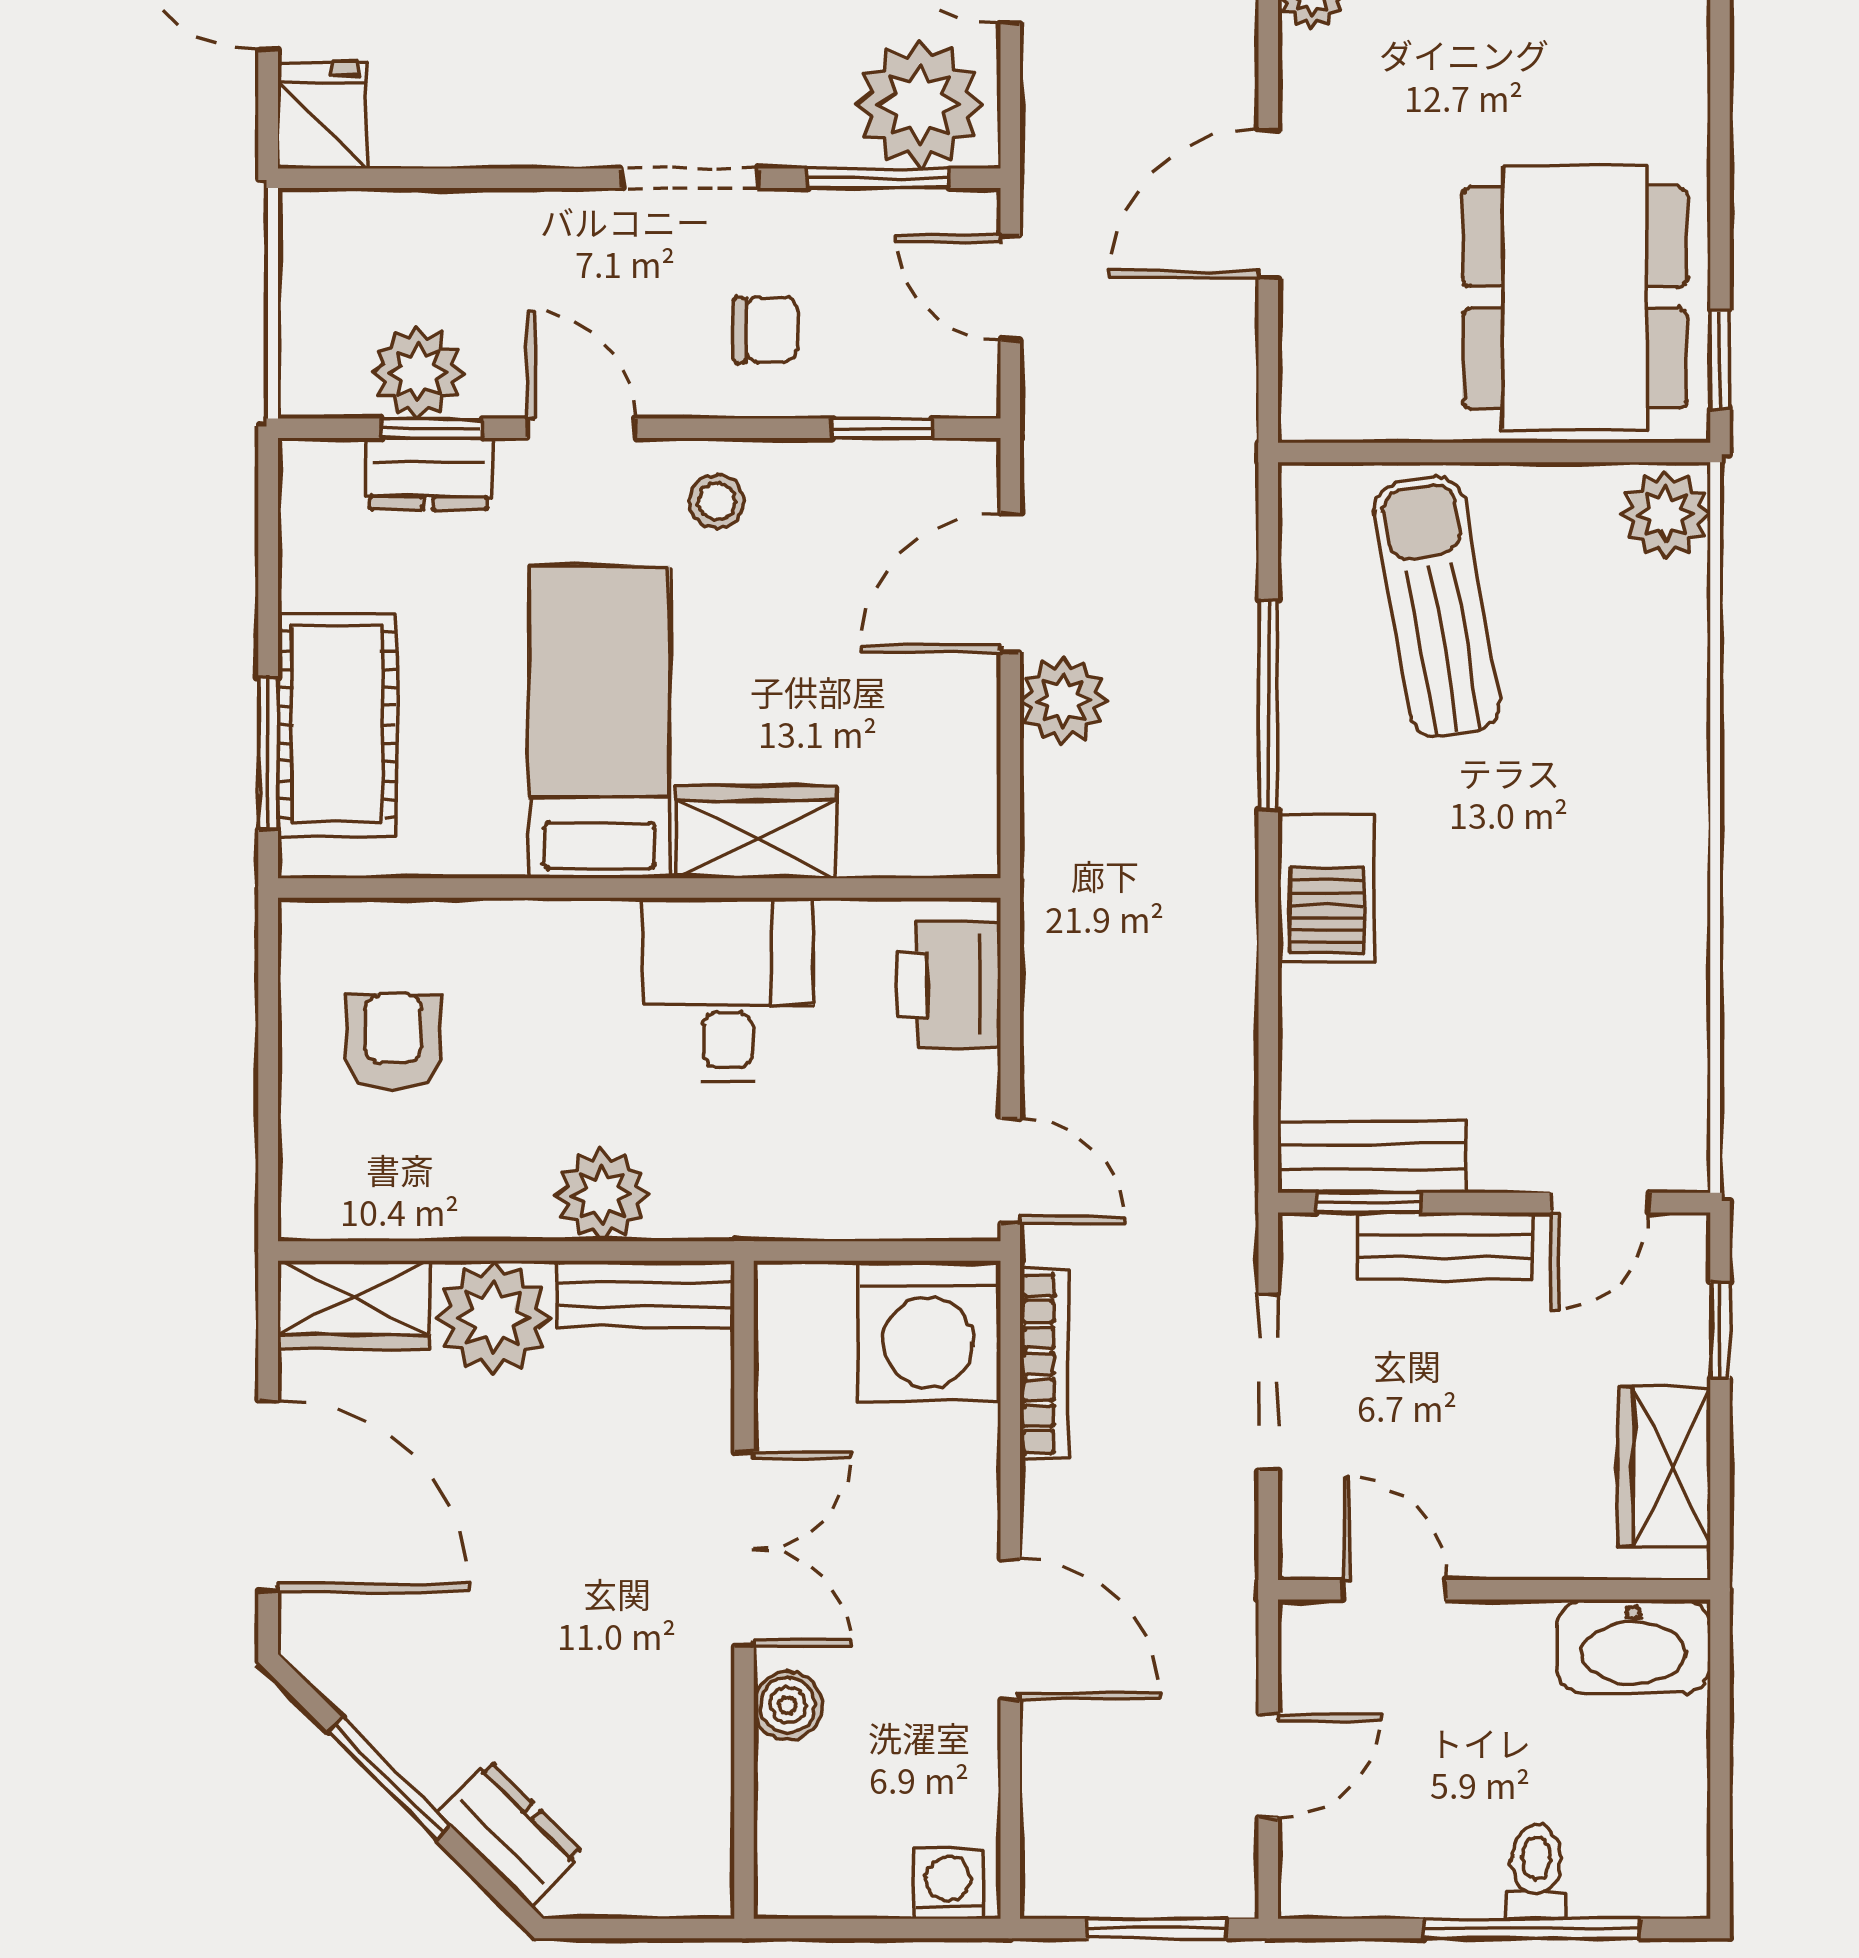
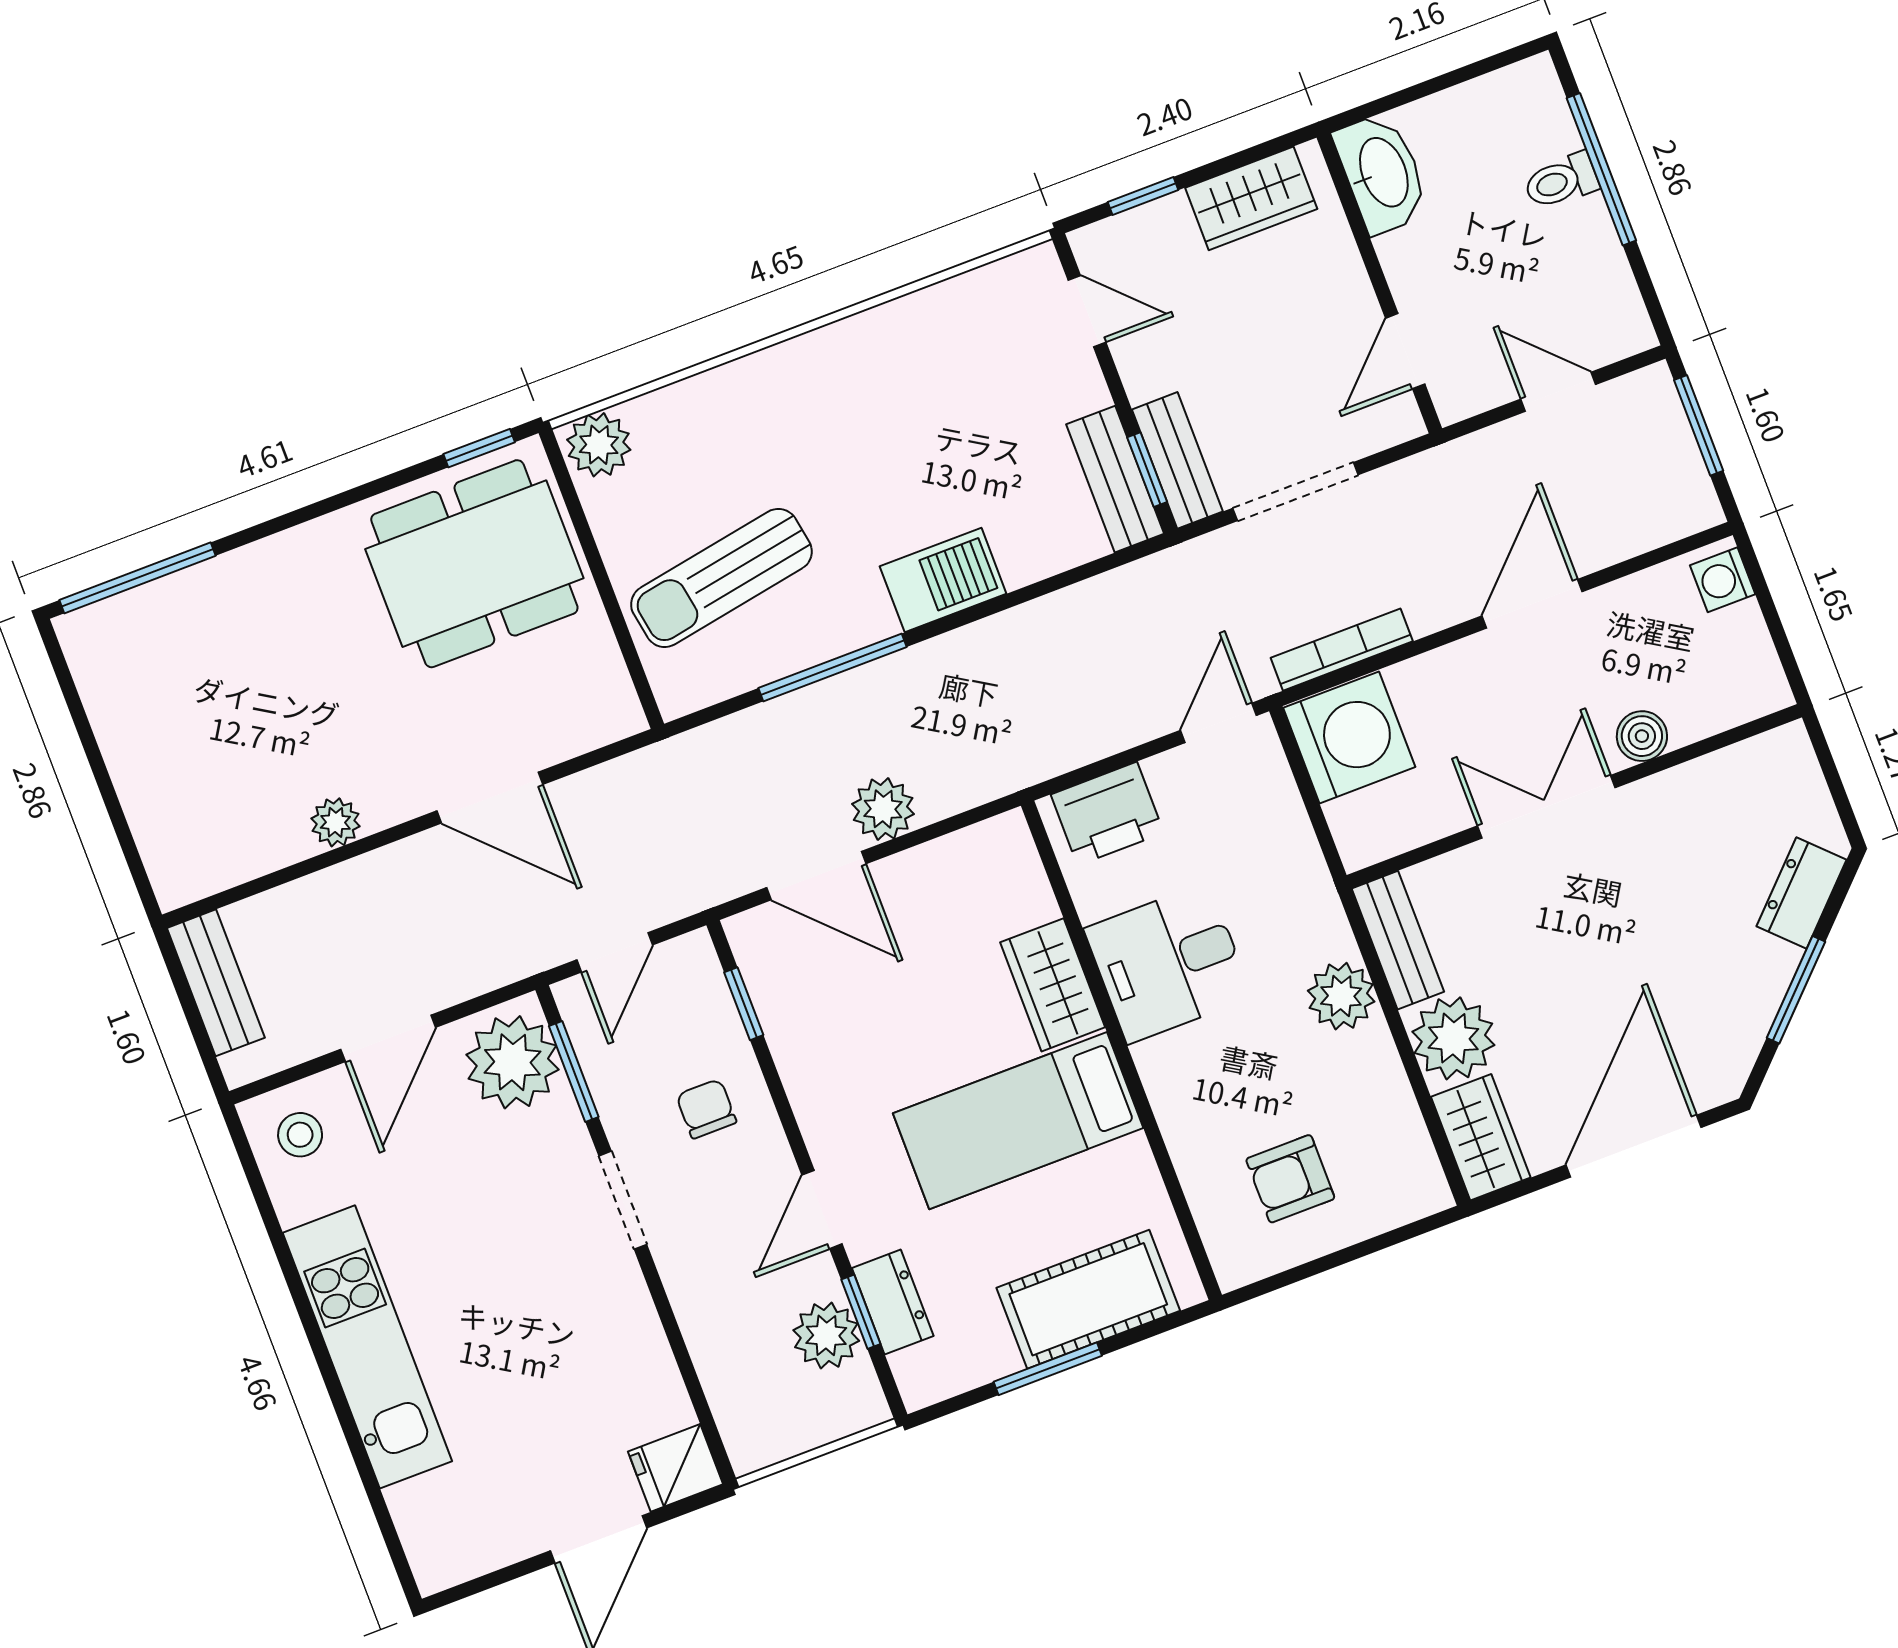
stool: (717, 501) -> (837, 1098), removed
window: (268, 753) -> (1048, 1369), moved
bench: (1444, 1246) -> (1177, 460), moved

